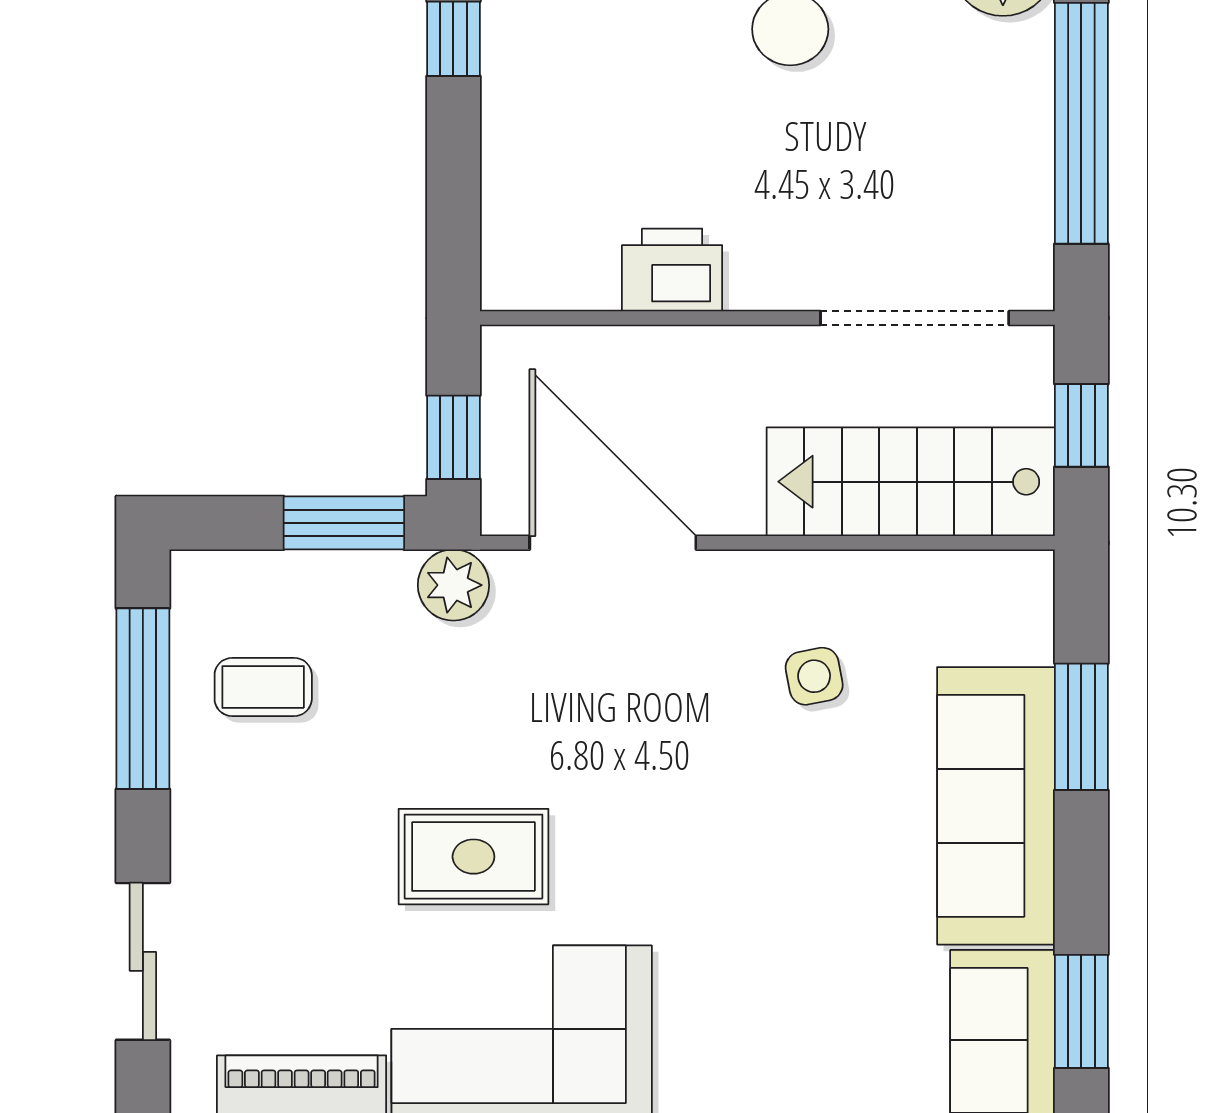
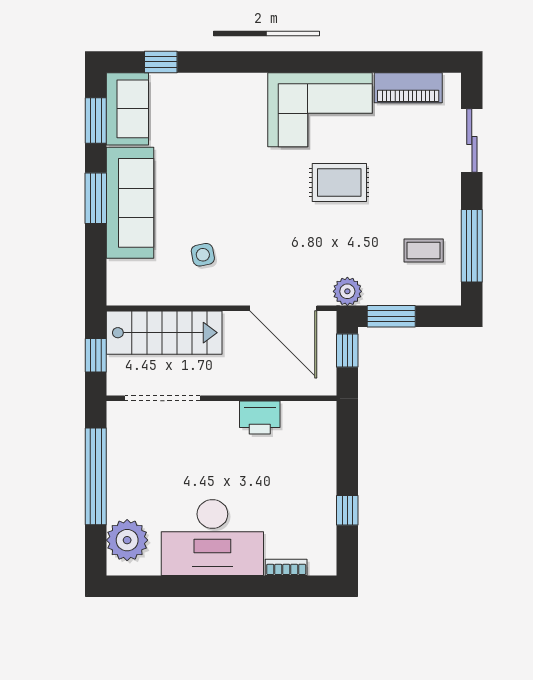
window: (1081, 727) -> (96, 198), moved

